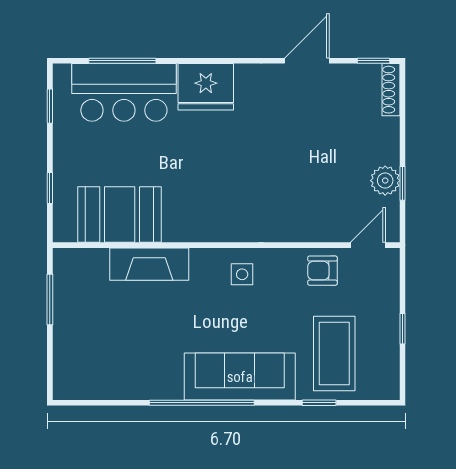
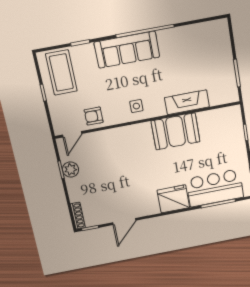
booth: (120, 215) -> (176, 131), moved
armchair: (322, 271) -> (94, 116), turned 180
coffee table: (334, 353) -> (61, 72), moved

